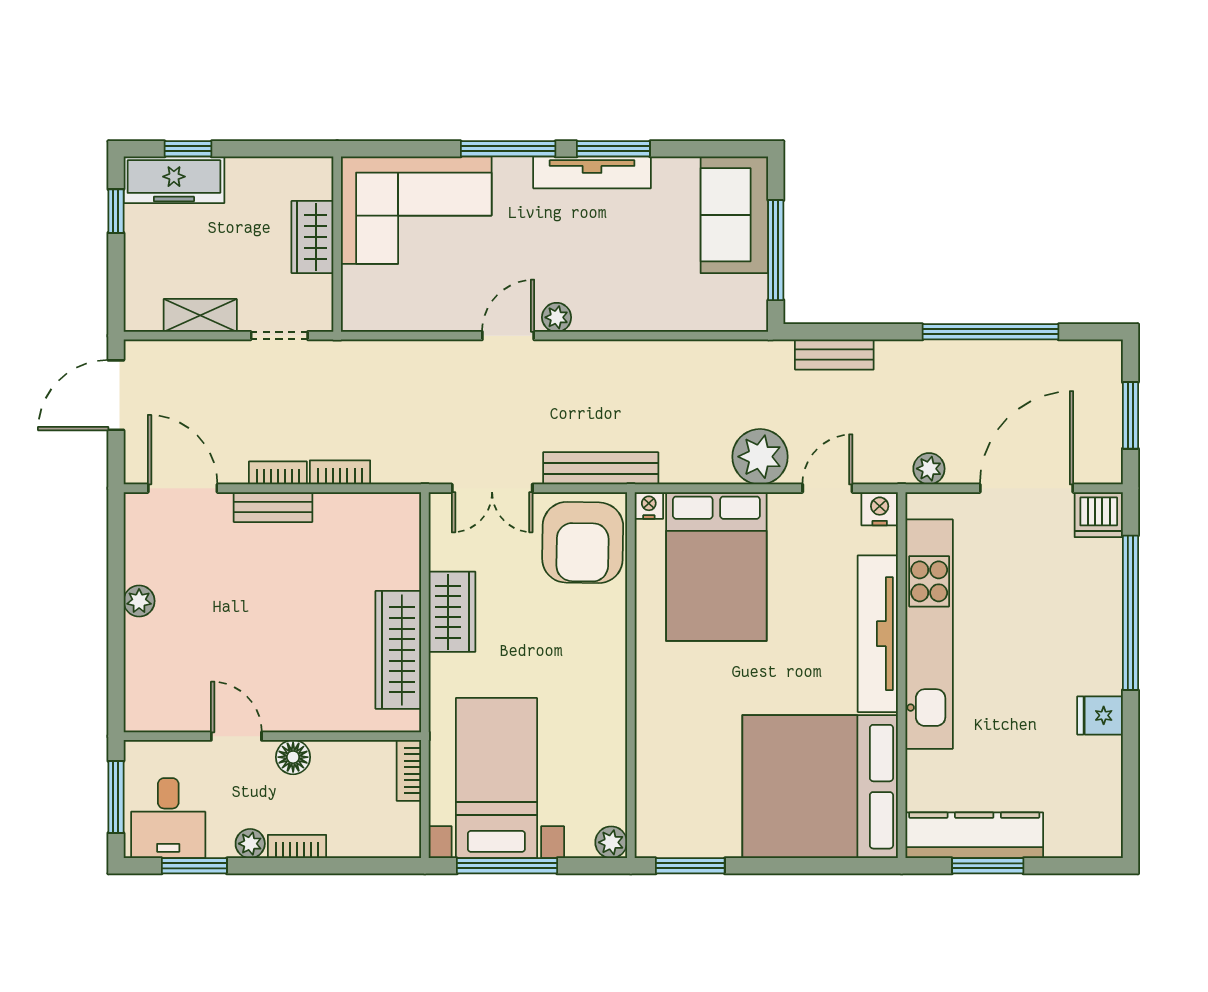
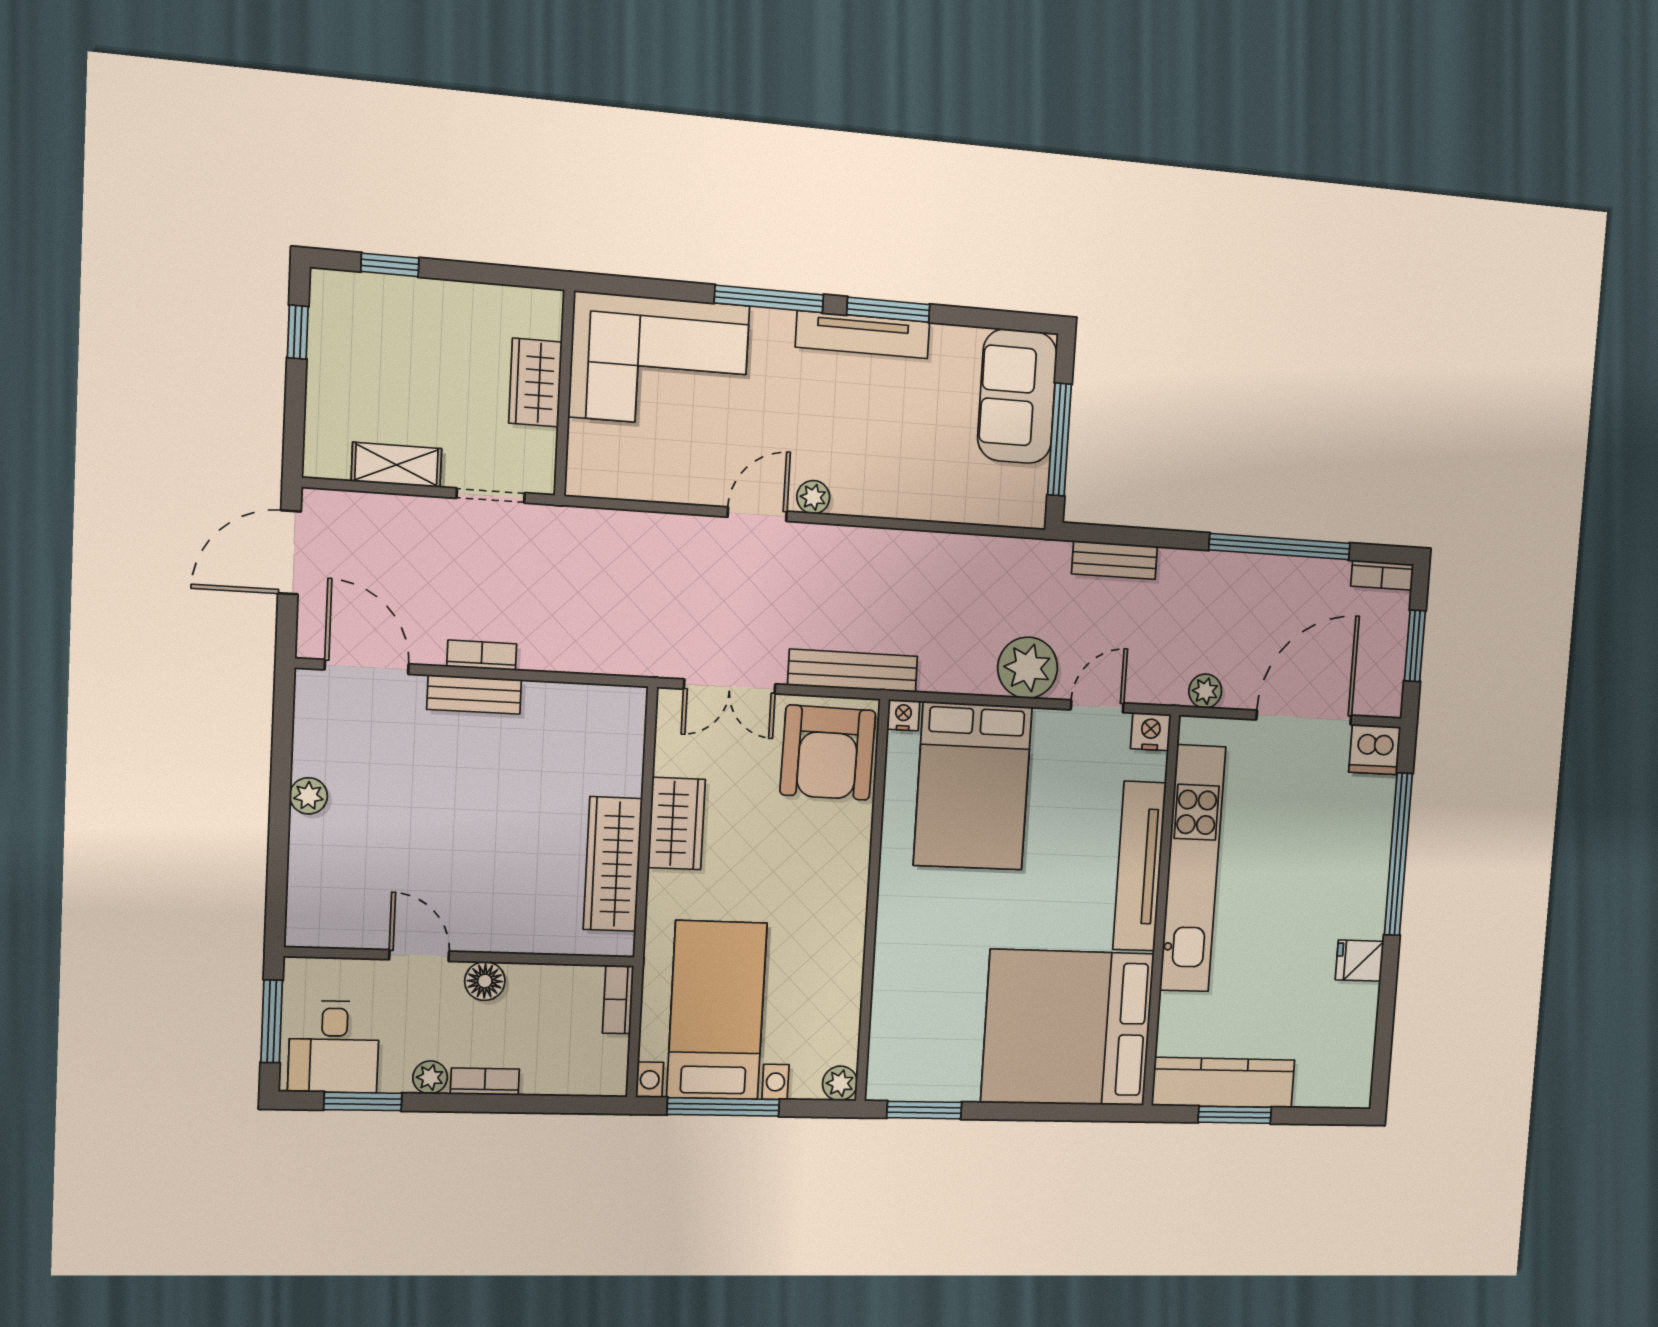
freezer: (174, 180) -> (371, 301), removed
bookcase: (340, 472) -> (1382, 575), moved, turned 180

